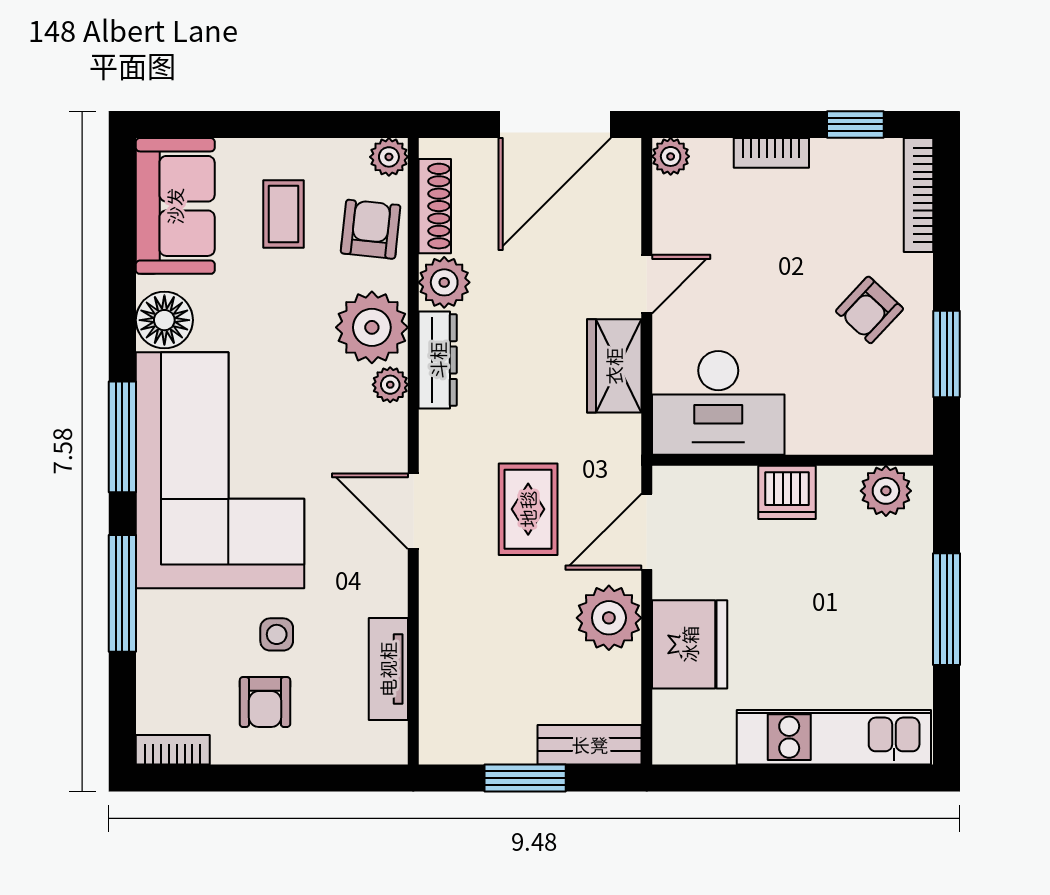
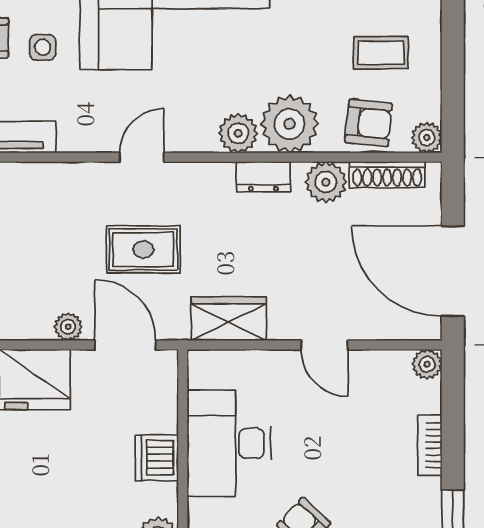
dresser: (438, 360) -> (263, 177), width x0.70
wardrobe: (614, 366) -> (229, 319), moved
plant: (390, 385) -> (238, 133), width x1.38, depth x1.38
desk: (718, 403) -> (229, 443), moved
door: (413, 511) -> (142, 157), width x0.73
plant: (609, 618) -> (68, 327), width x0.53, depth x0.53

